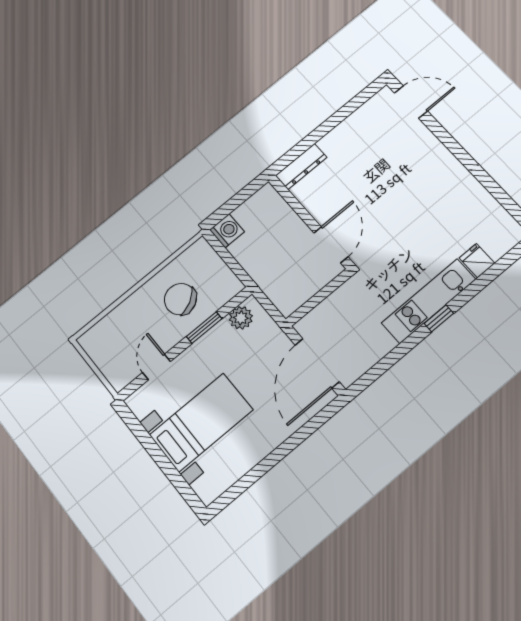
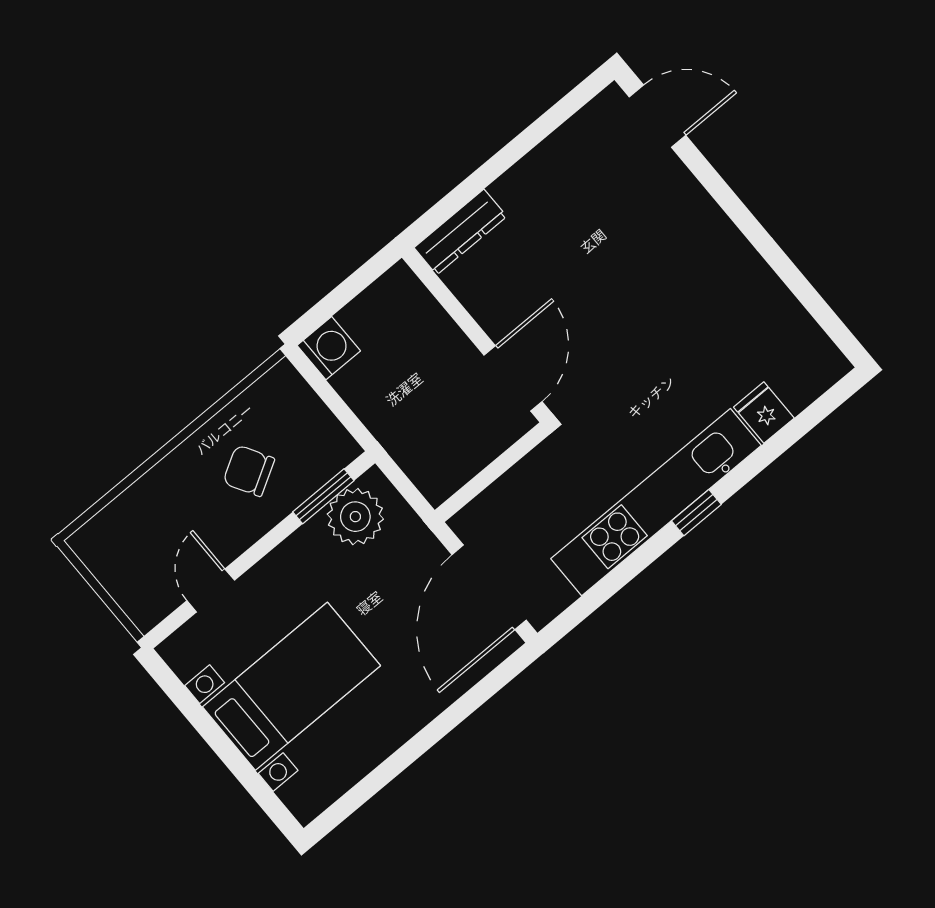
chair: (180, 299) -> (249, 471), width x0.73, depth x0.73
kitchen unit: (429, 301) -> (656, 502), width x1.36
plant: (241, 318) -> (355, 517), width x1.36, depth x1.36
window: (204, 328) -> (323, 496), moved

